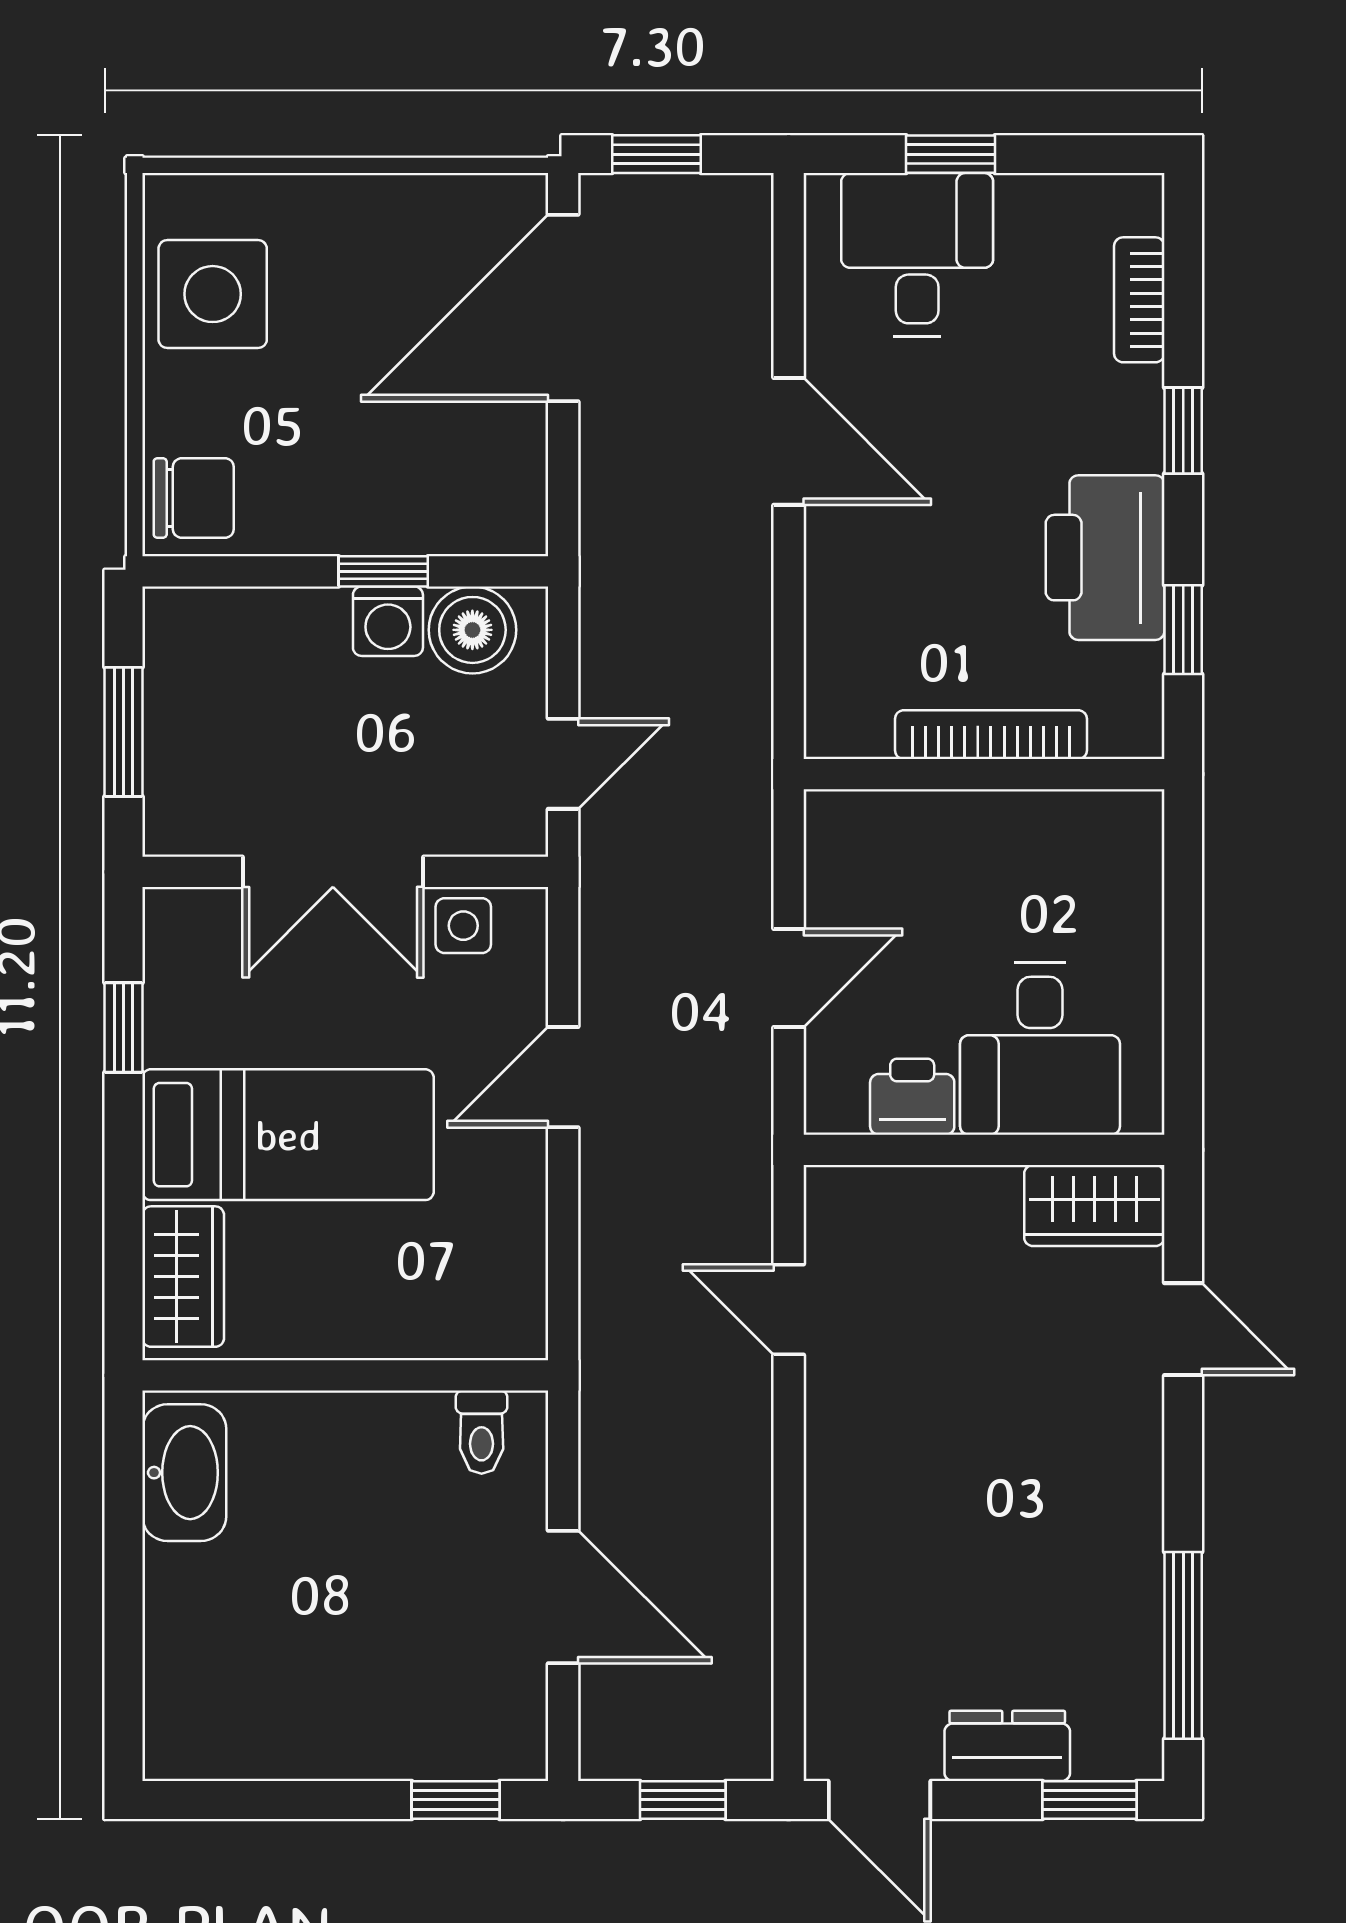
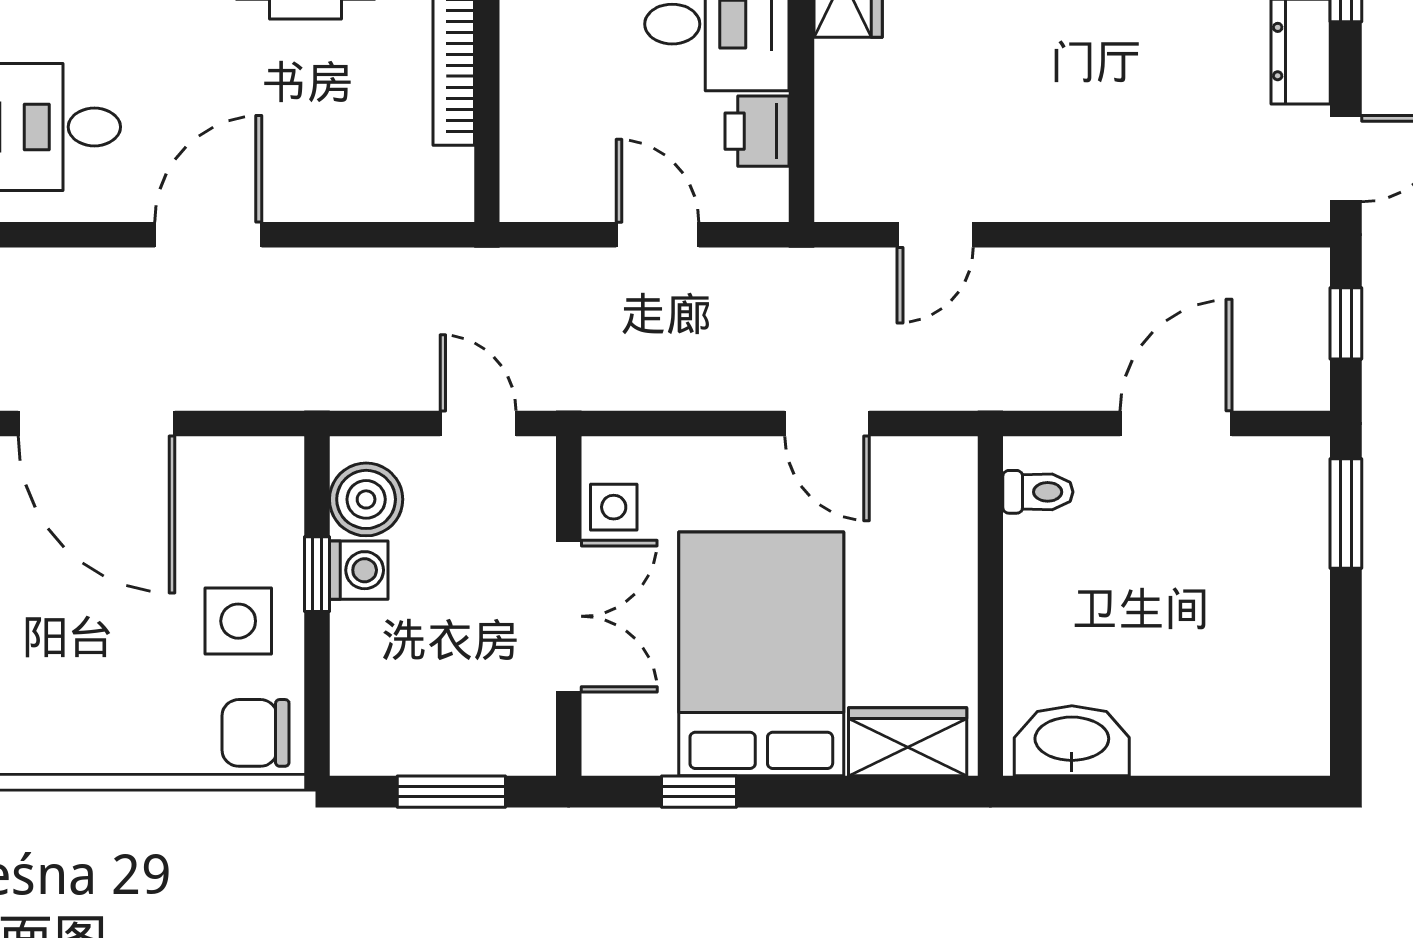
side table: (213, 294) -> (238, 621), moved, width x0.73, depth x0.73
chair: (194, 498) -> (256, 733), turned -90
door: (563, 1077) -> (827, 424), moved
bed: (288, 1135) -> (761, 654), width x1.50
window: (456, 1800) -> (1346, 514), width x1.50

